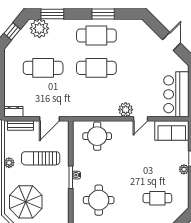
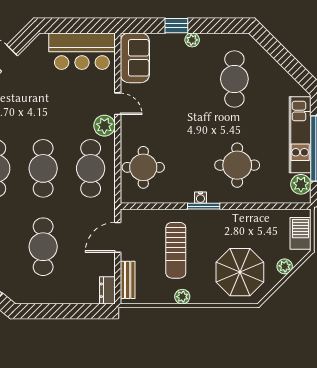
cafe table: (96, 100) -> (91, 168), added
door: (49, 119) -> (118, 237), swing flipped
cafe table: (157, 198) -> (234, 79), width x1.37, depth x1.35

